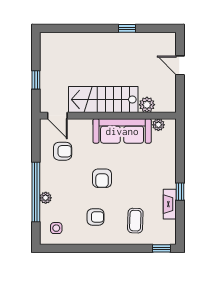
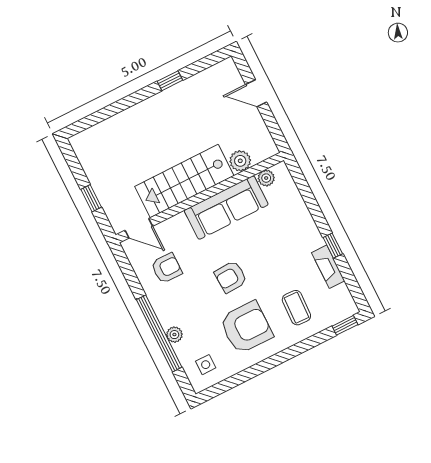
armchair: (102, 178) -> (231, 277), turned 87
armchair: (95, 217) -> (246, 327), width x1.88, depth x1.88

